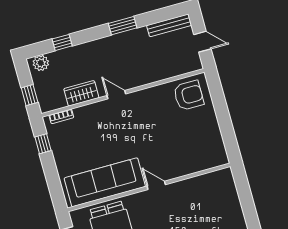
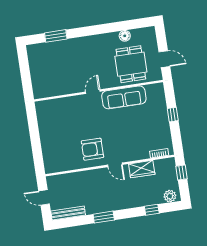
armchair: (189, 95) -> (92, 149), moved
window: (43, 144) -> (173, 115), moved
sofa: (105, 182) -> (124, 97), width x0.74, depth x0.79
door: (156, 185) -> (93, 92), swing flipped

